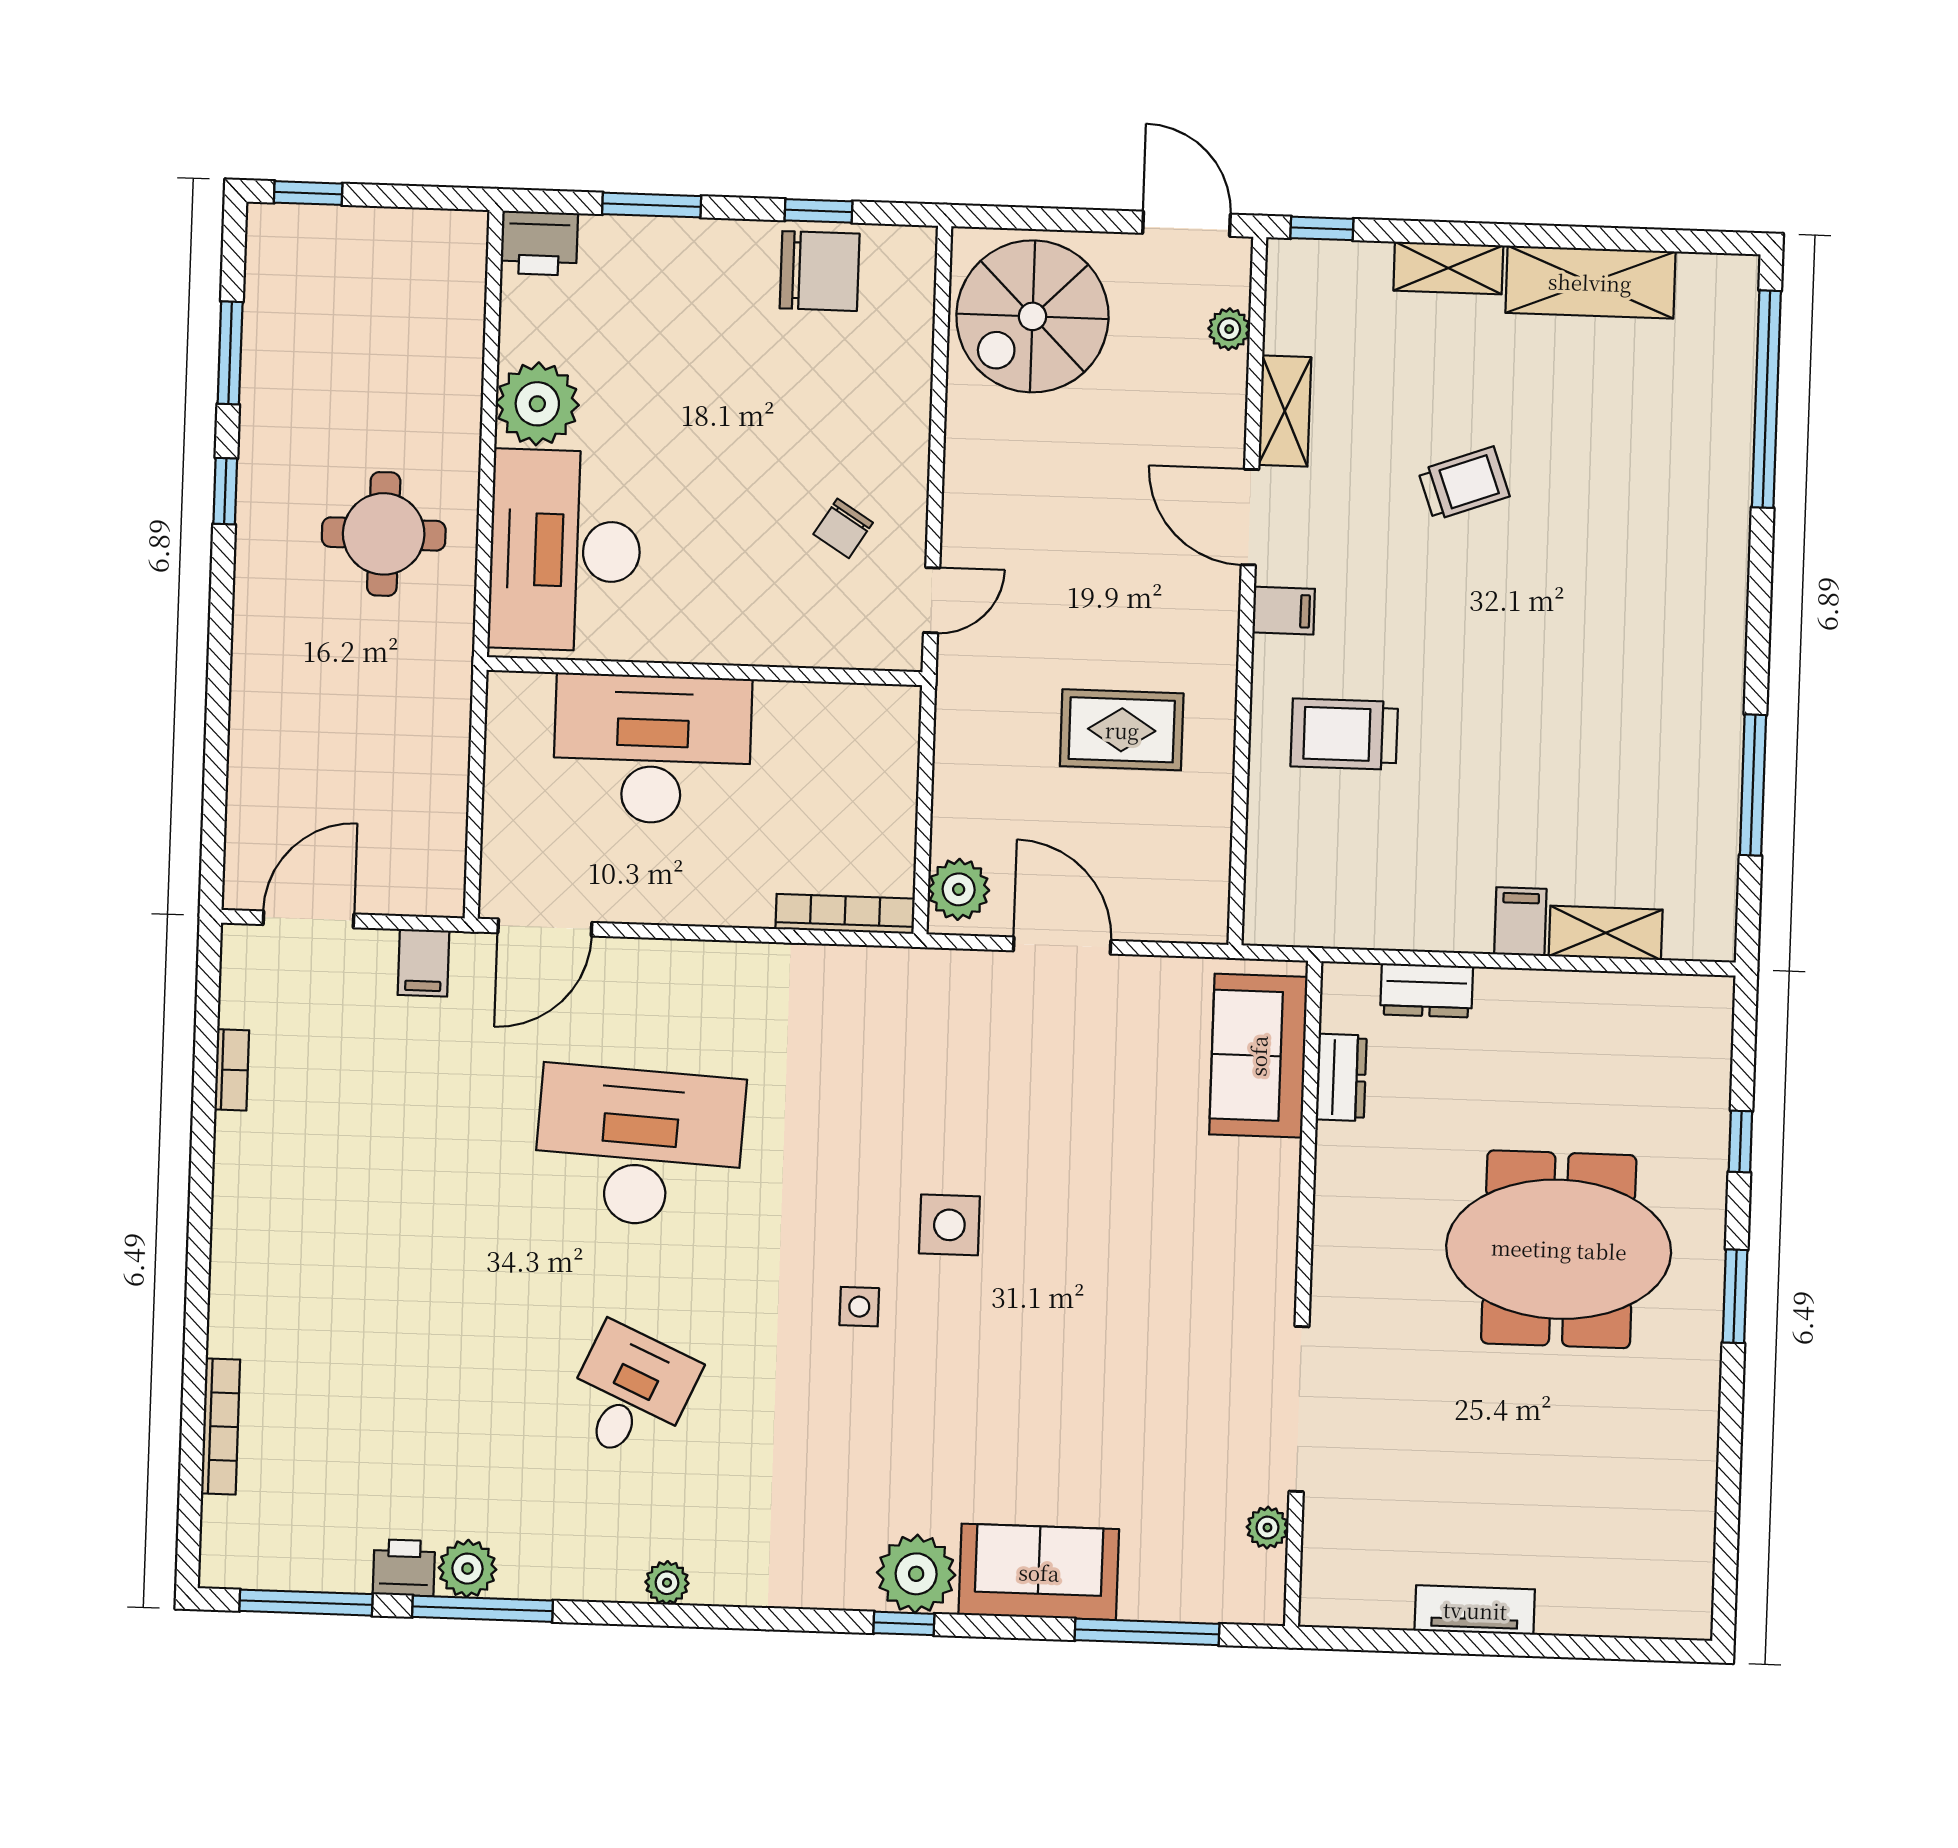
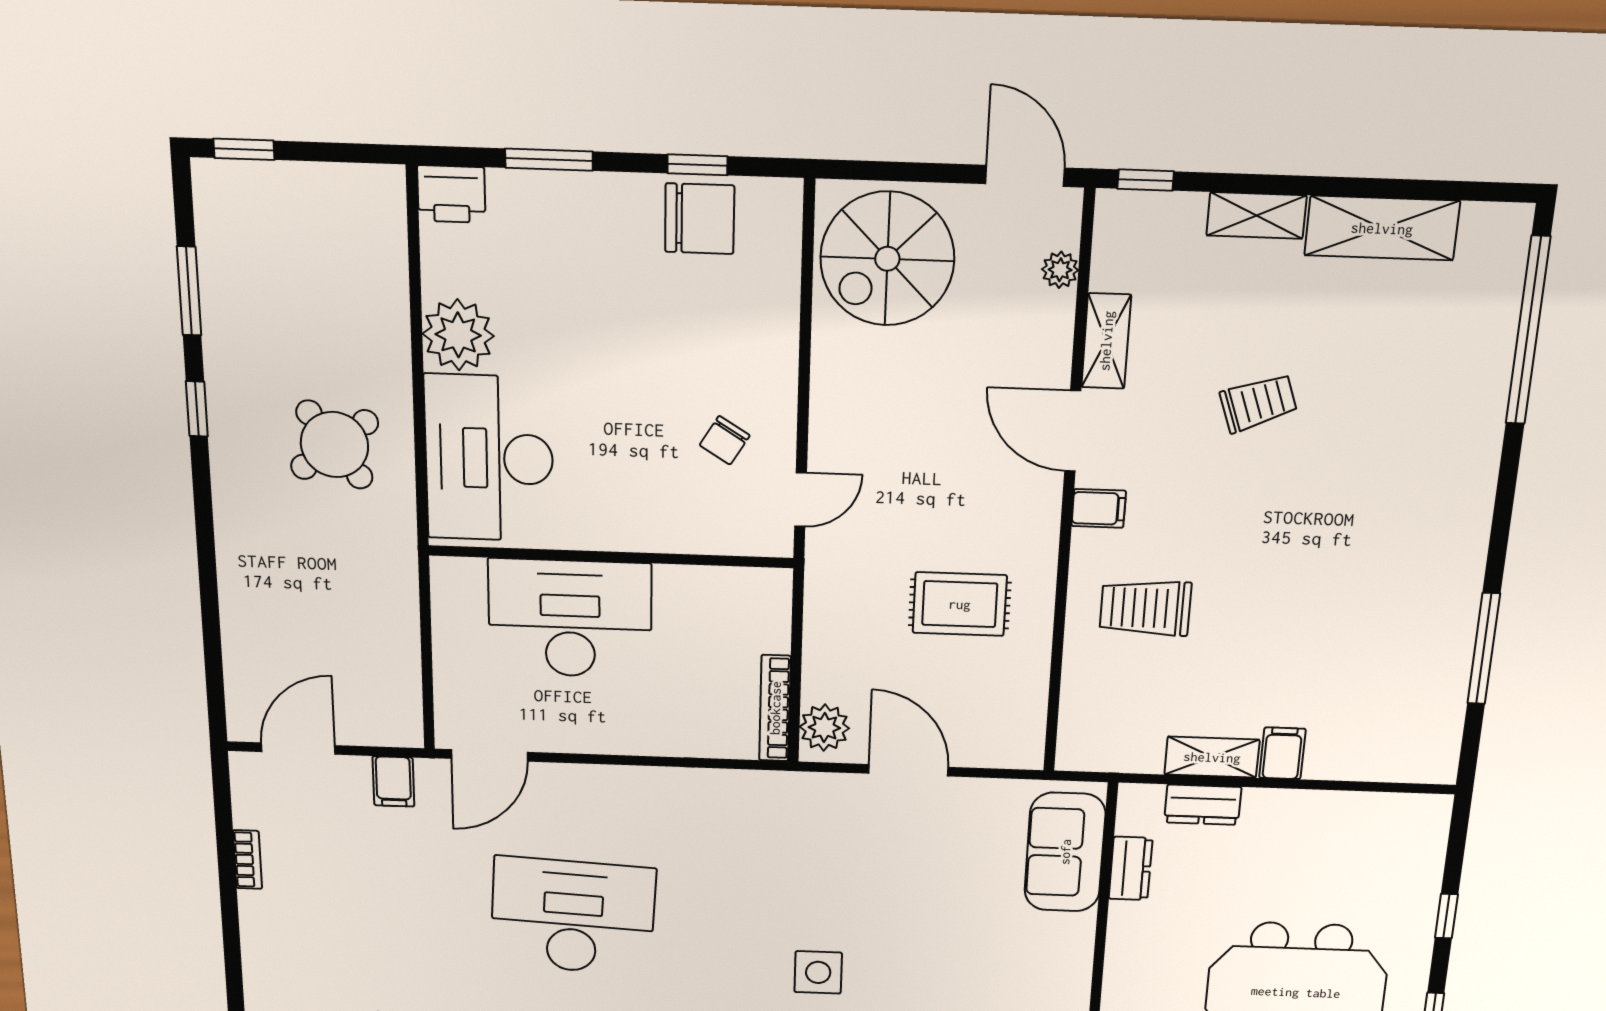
round table: (384, 534) -> (334, 445), turned -37
bookcase: (845, 914) -> (775, 708), moved, turned -90
shelving: (1606, 933) -> (1212, 757), moved

